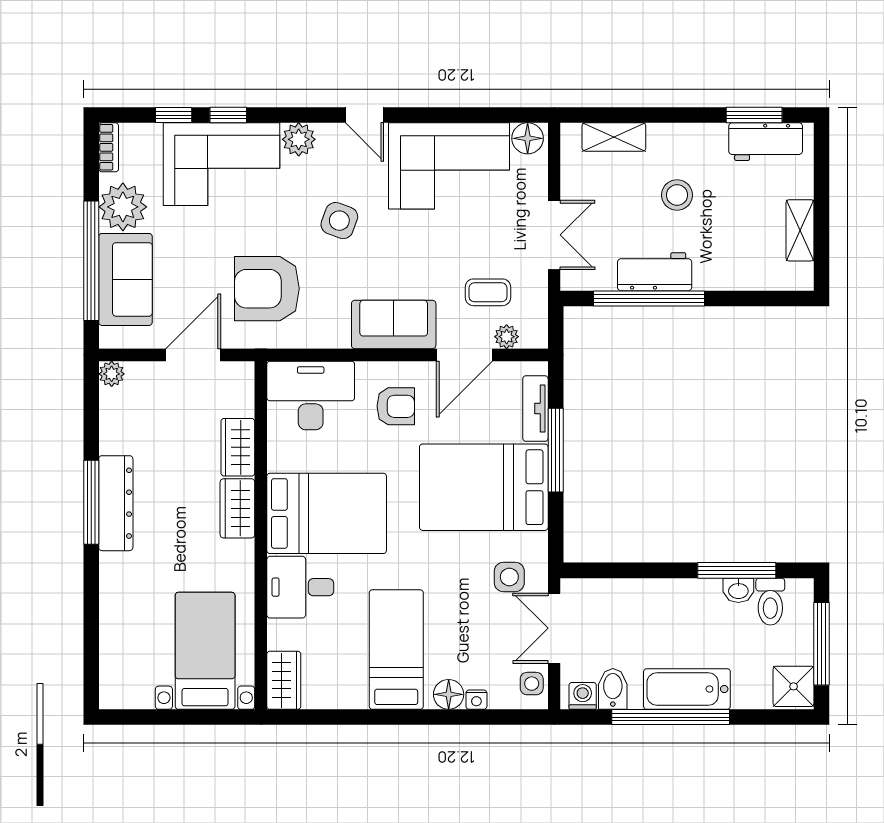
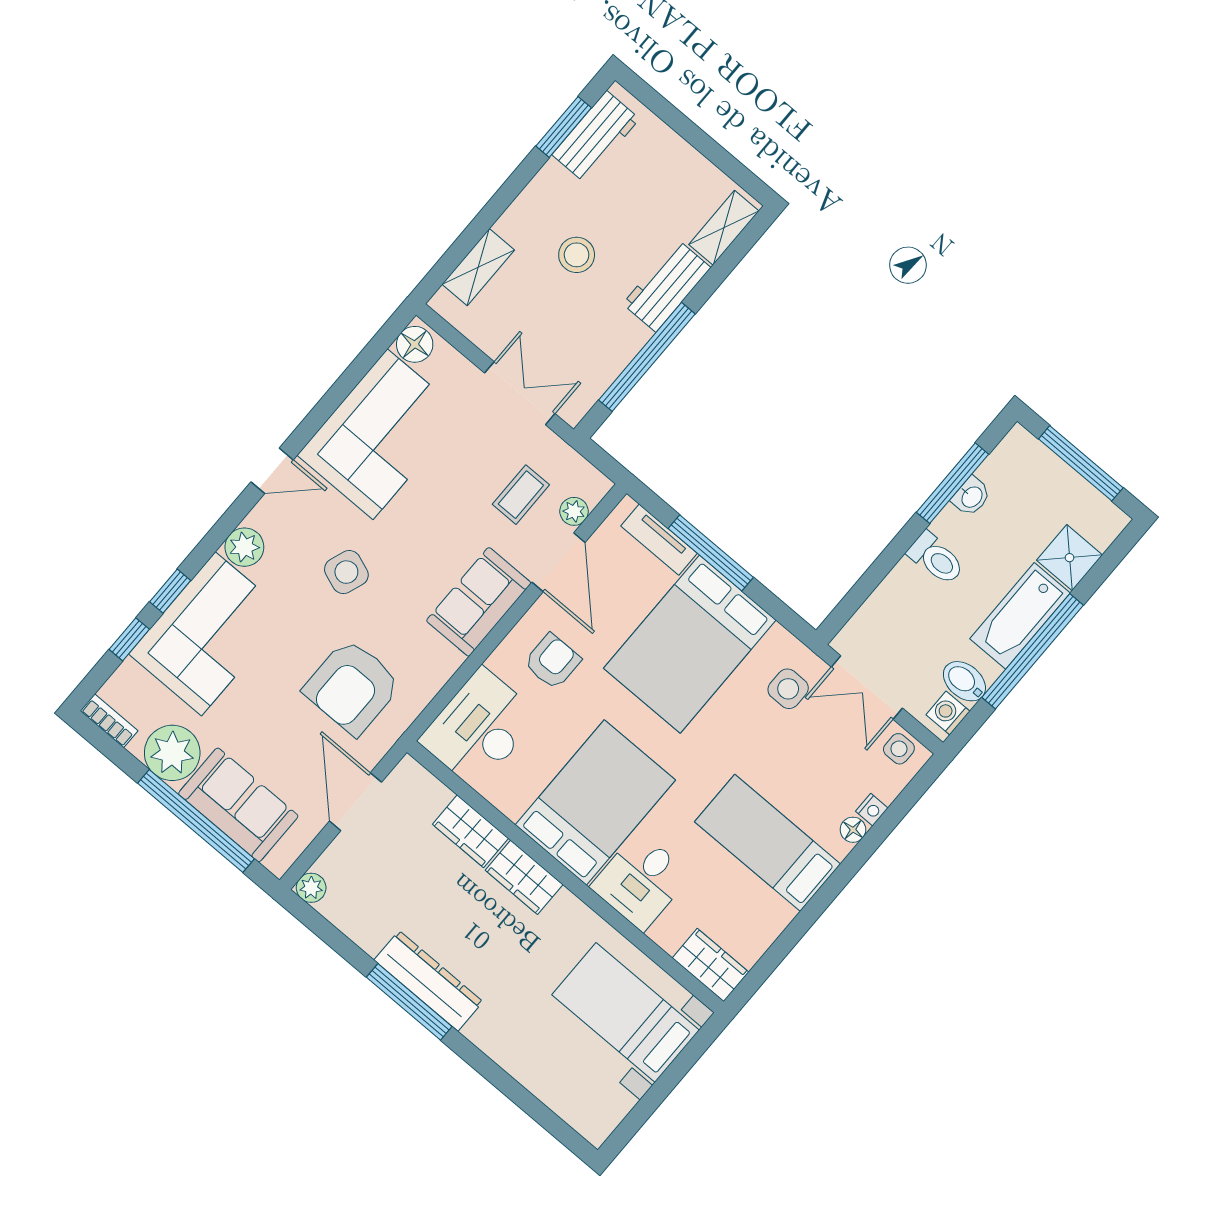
shelving: (800, 230) -> (724, 228), moved, turned 90
workbench: (655, 272) -> (667, 286), moved
toilet: (770, 602) -> (936, 558), moved
shower: (794, 686) -> (1070, 558), moved
floor lamp: (449, 694) -> (853, 830), width x0.73, depth x0.73

